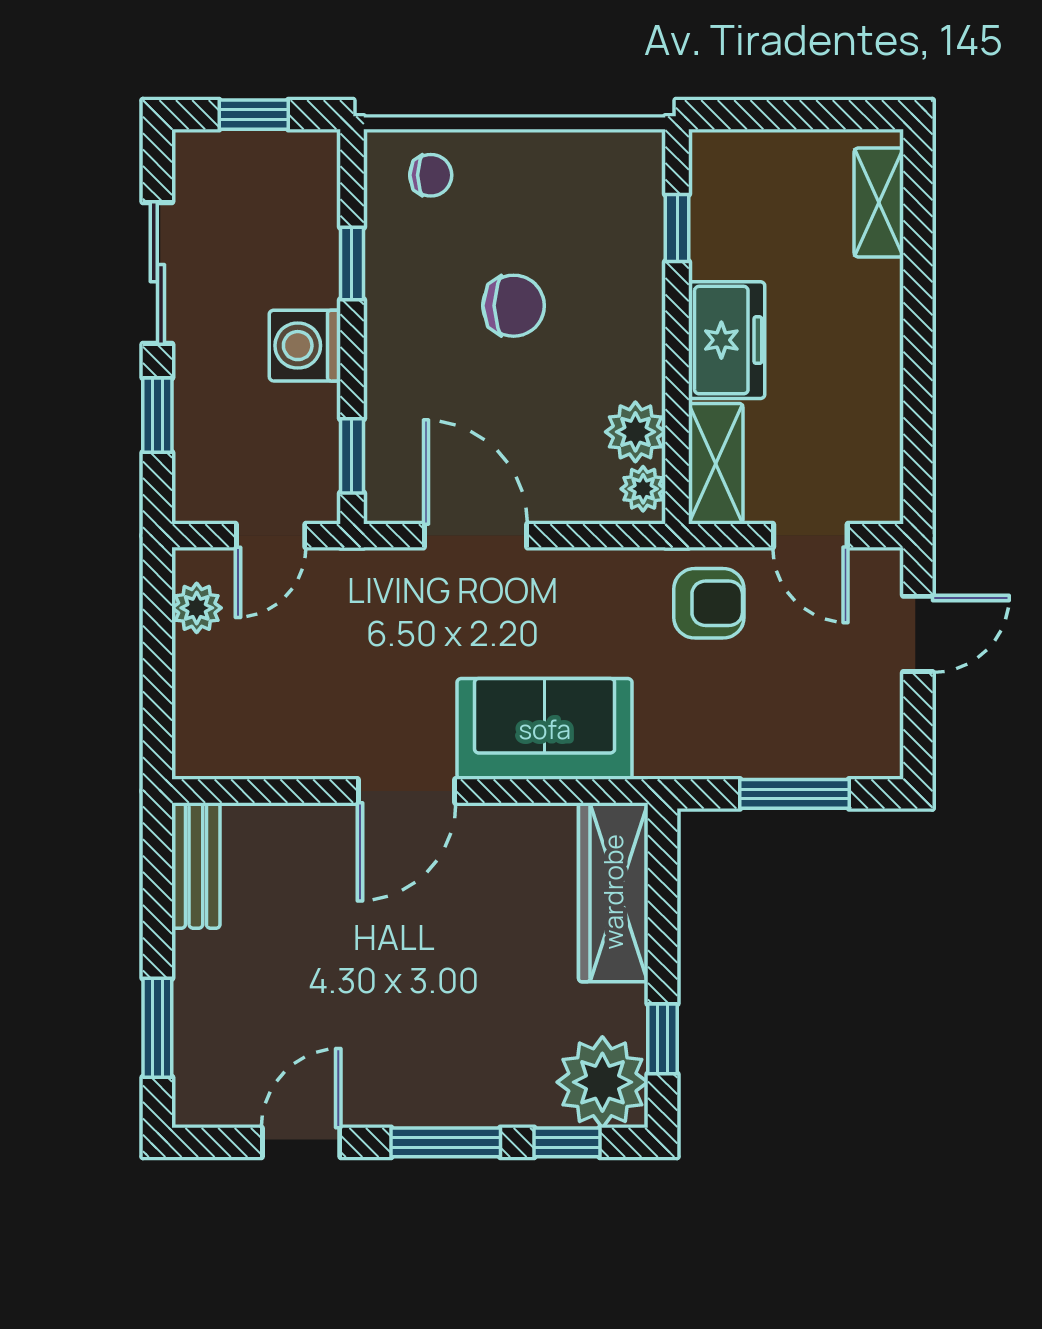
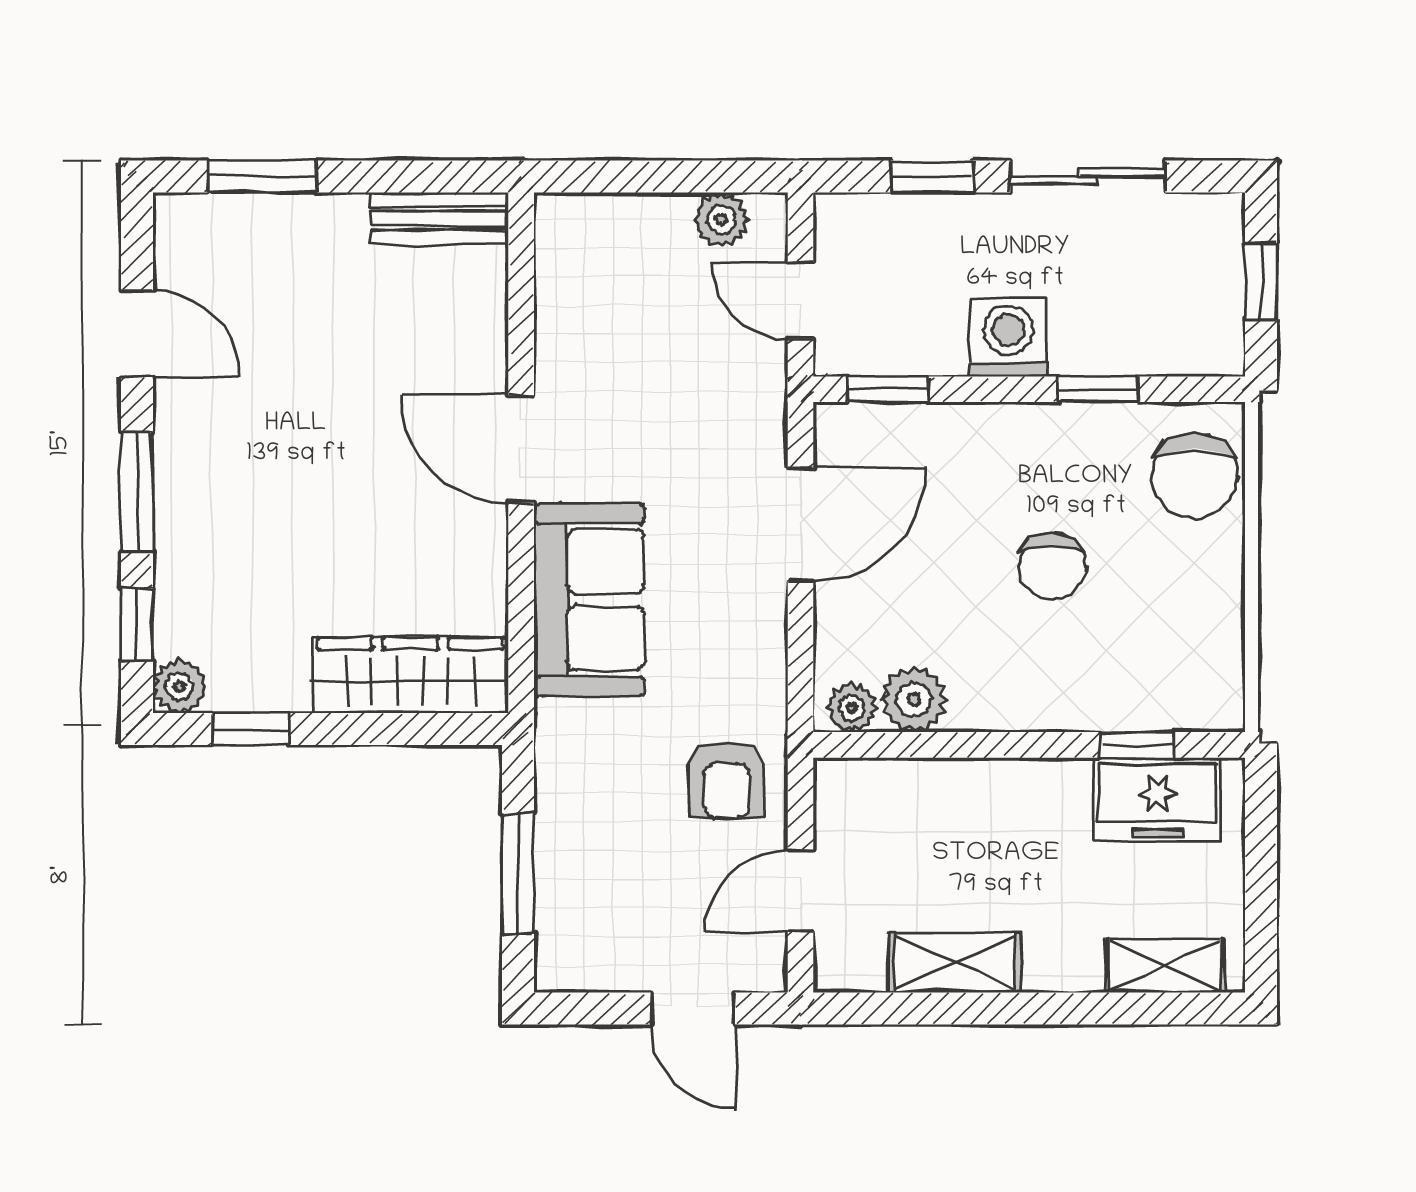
chair: (431, 175) -> (1195, 475), width x1.87, depth x1.87
freezer: (727, 340) -> (1157, 799), moved
shelving: (716, 464) -> (955, 963), moved
plant: (602, 1082) -> (179, 687), width x0.53, depth x0.53

